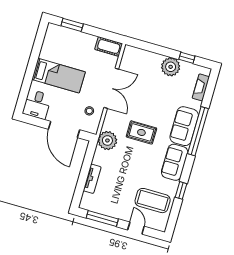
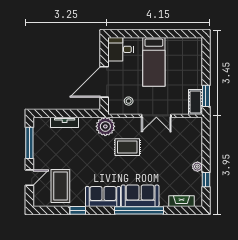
window: (72, 25) -> (206, 96), moved
plant: (171, 67) -> (197, 167), width x0.53, depth x0.53
double door: (111, 88) -> (156, 116), width x0.73
rug: (141, 132) -> (127, 147), moved, turned 90

